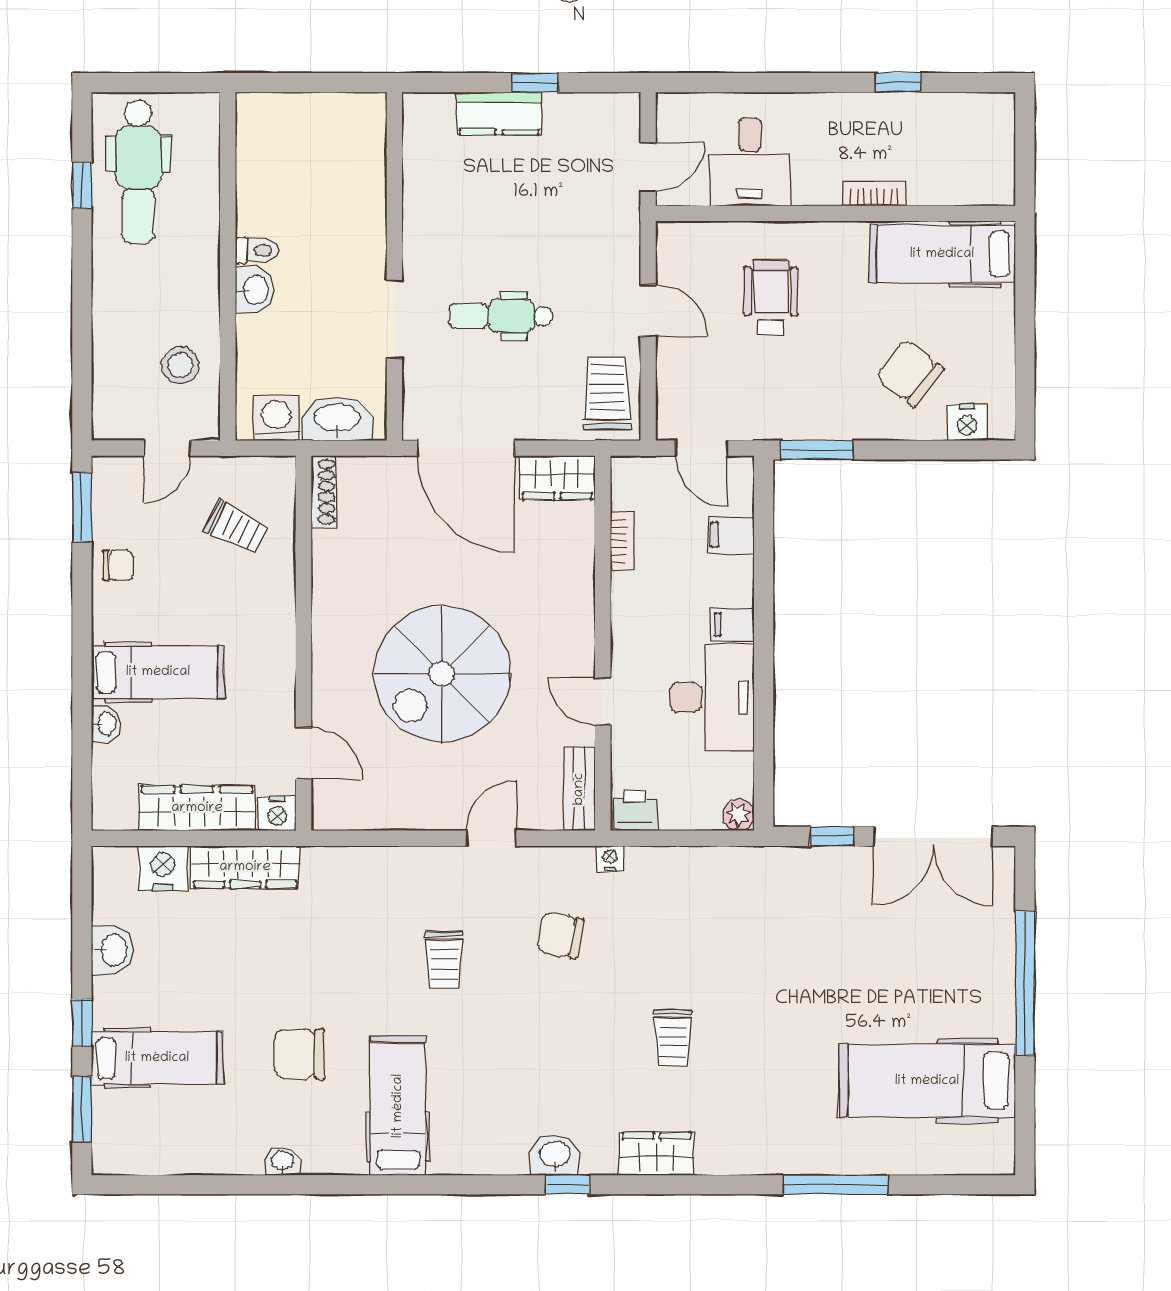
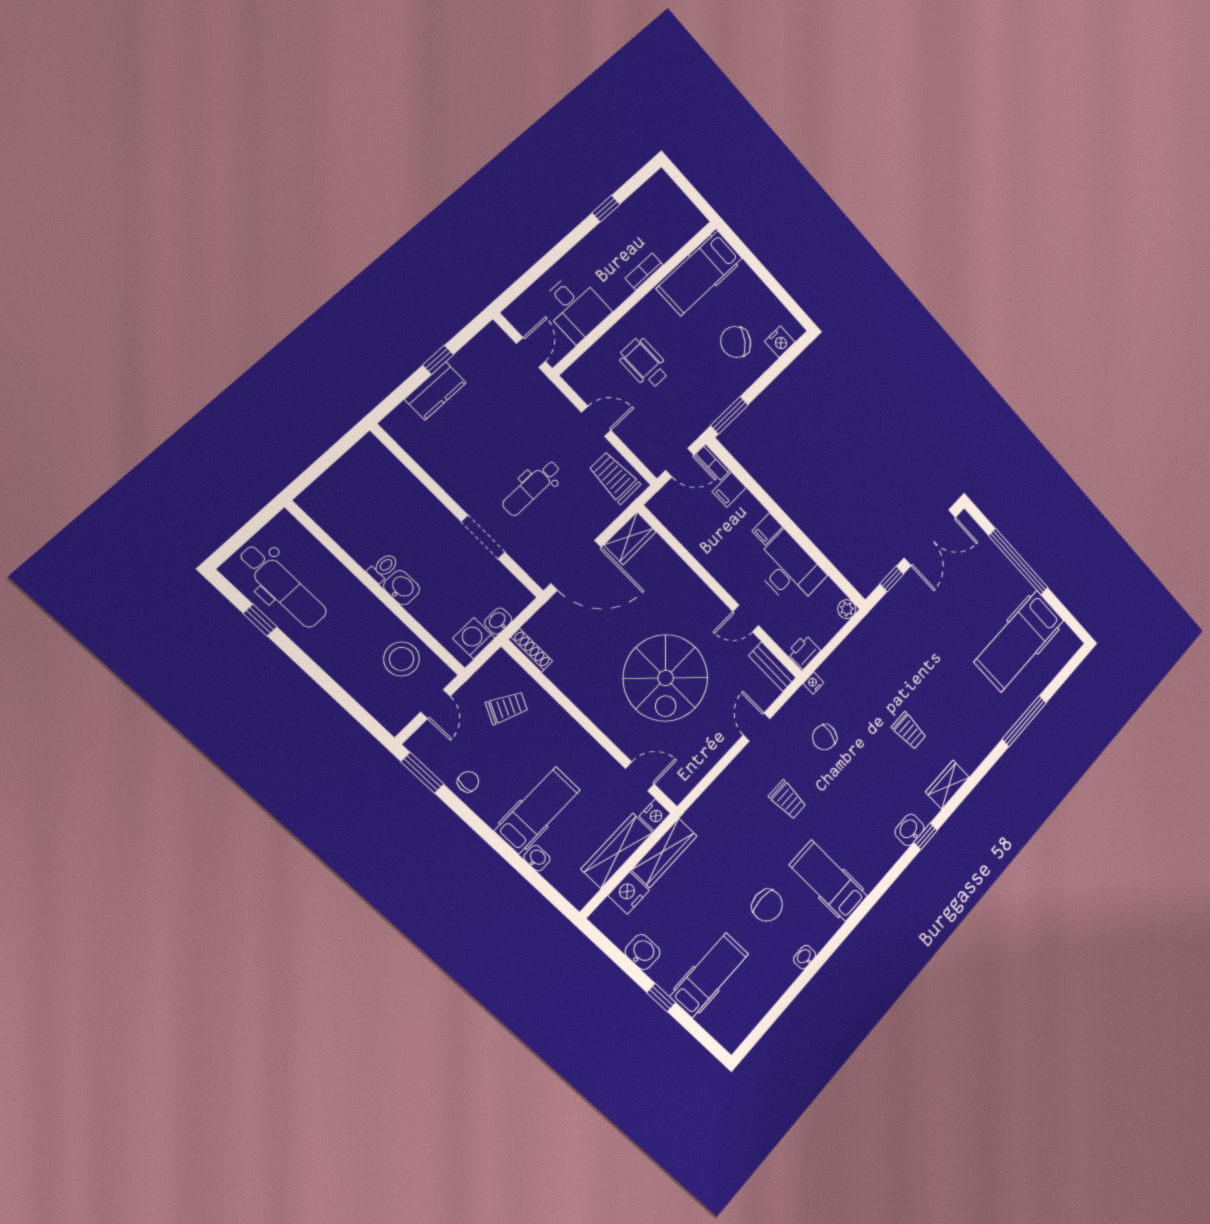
stool: (180, 365) -> (402, 659), width x1.38, depth x1.38
washbasin: (337, 419) -> (498, 621), width x0.52, depth x0.69
bookcase: (622, 541) -> (713, 462), moved, turned 180
chair: (300, 1054) -> (767, 905), turned -90
window: (82, 1109) -> (699, 1033), removed

